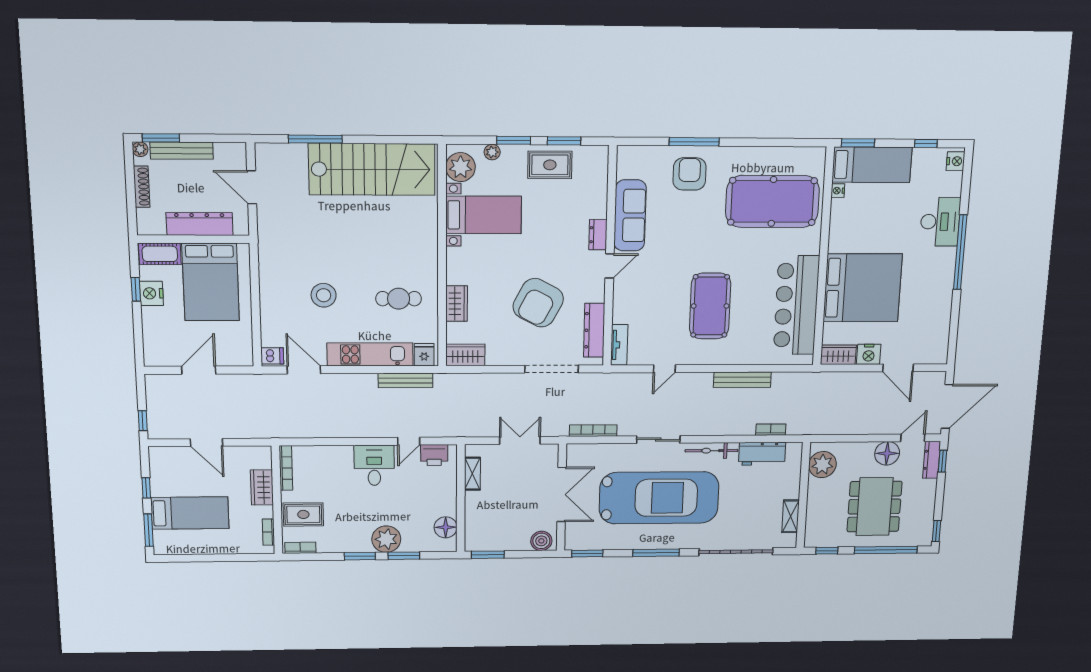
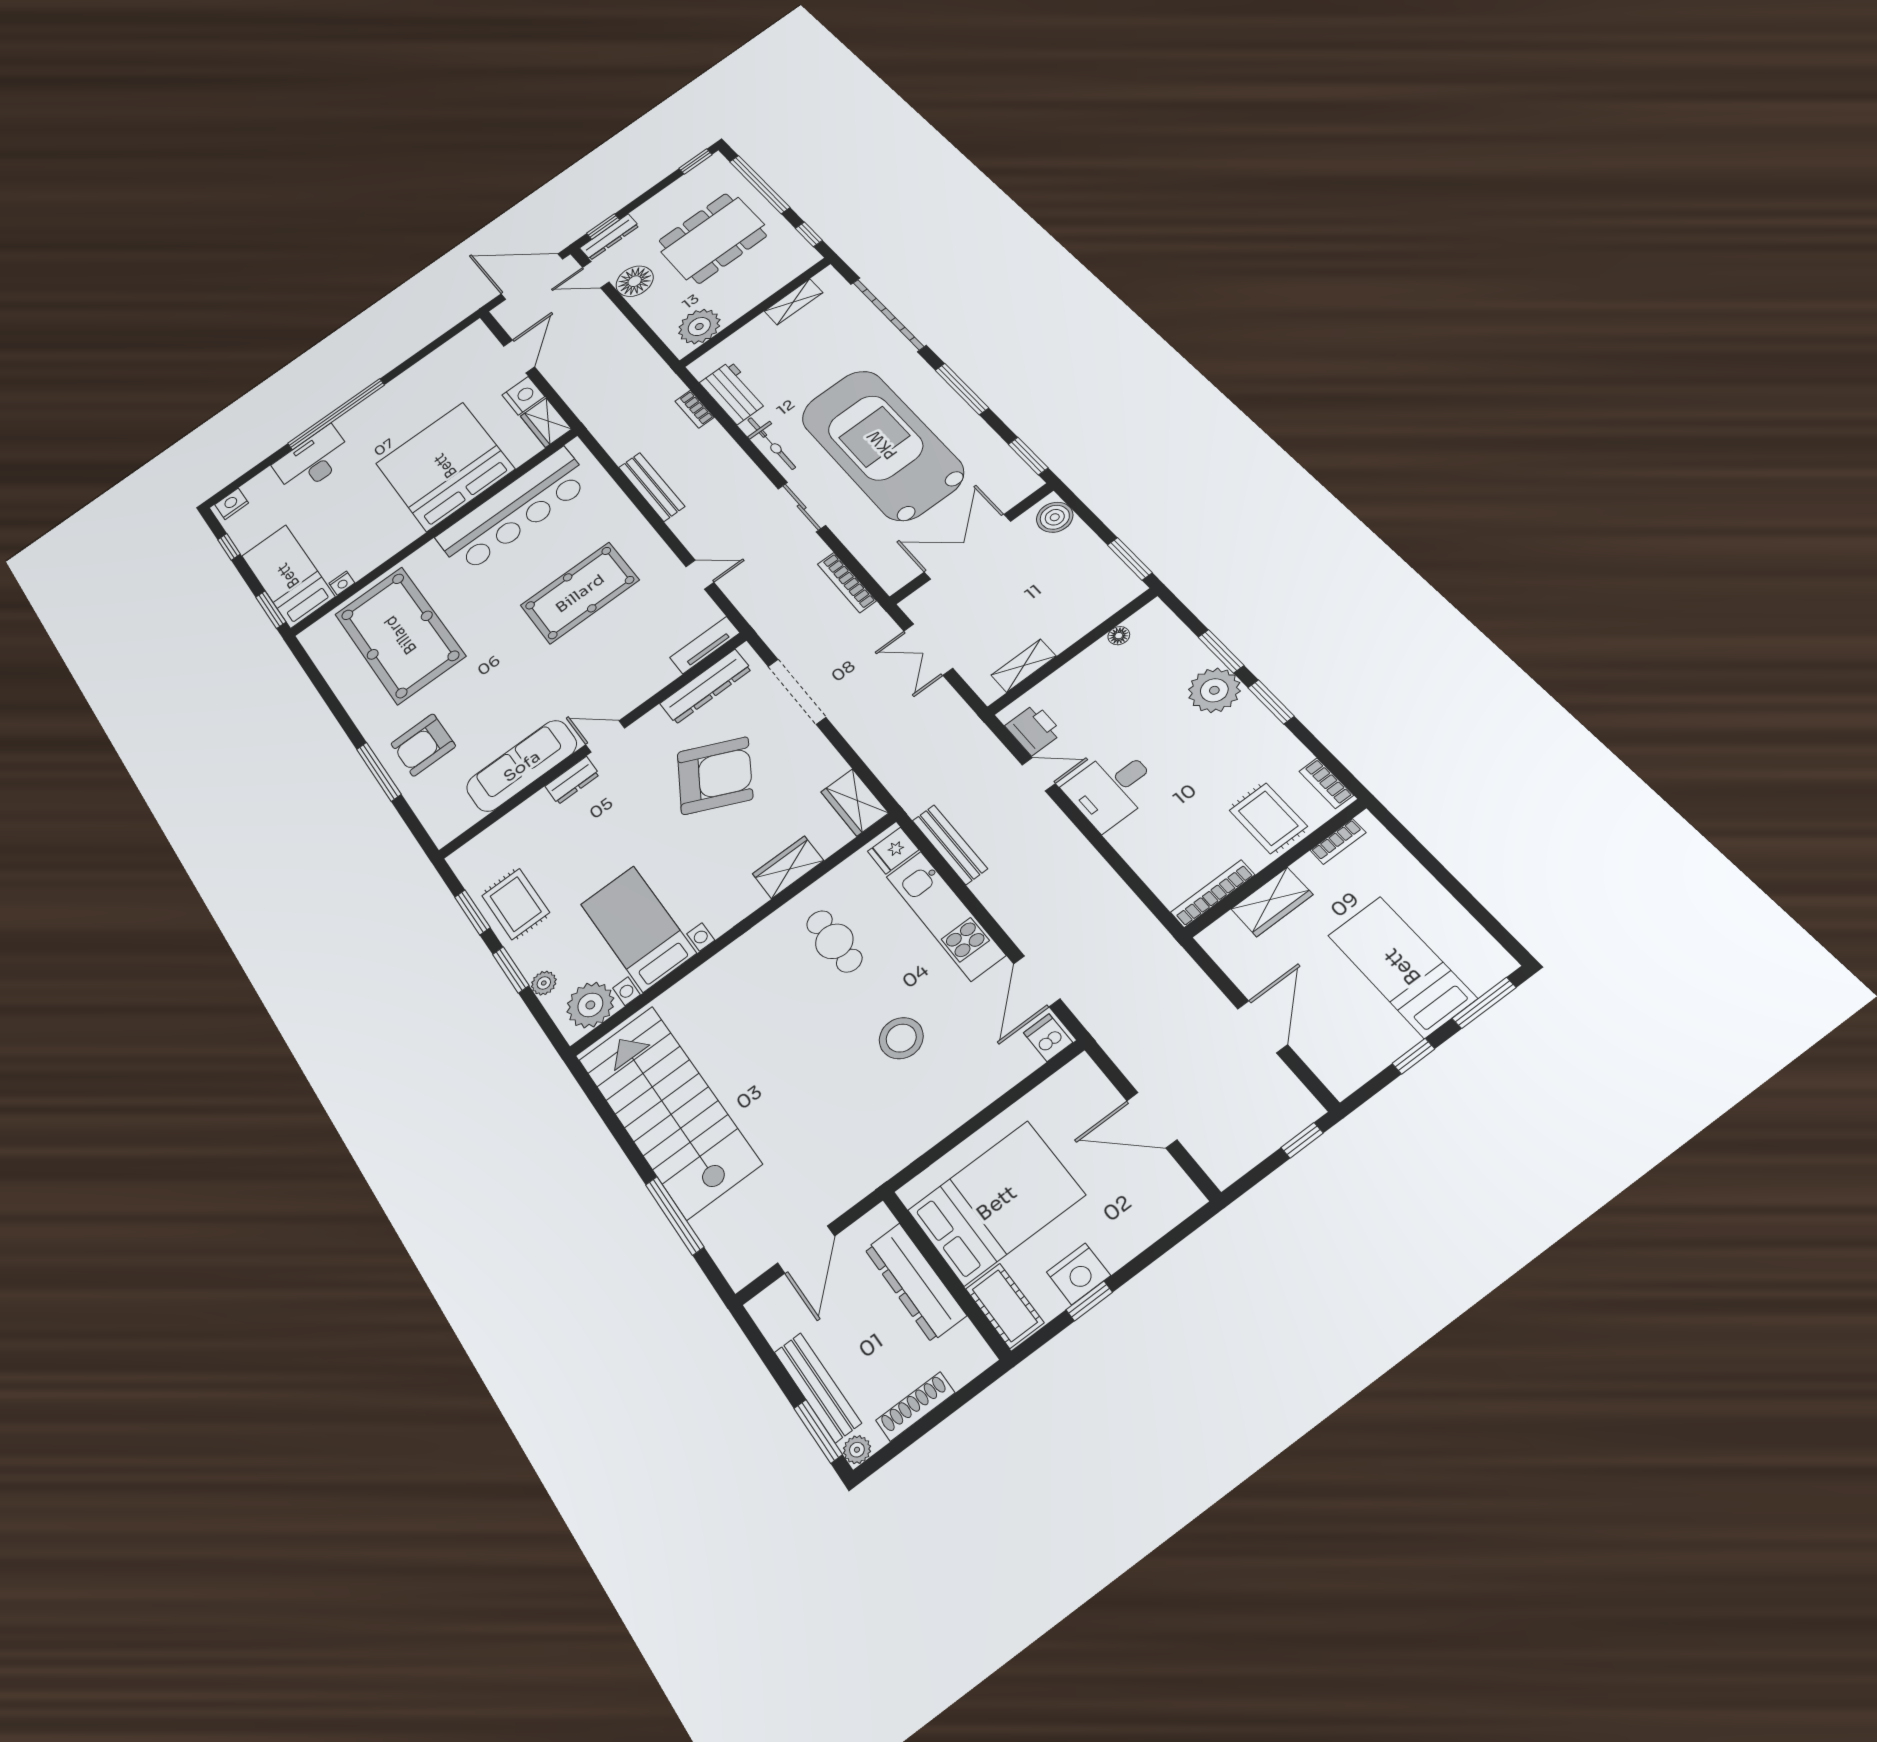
floor lamp: (446, 527) -> (1119, 636), width x0.53, depth x0.53

